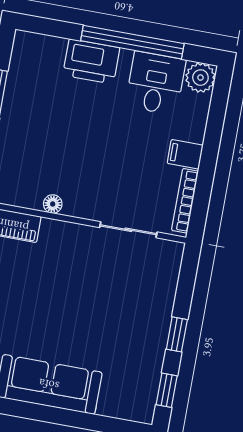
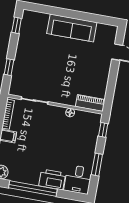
desk: (155, 83) -> (78, 179), moved
window: (177, 334) -> (9, 67), moved

